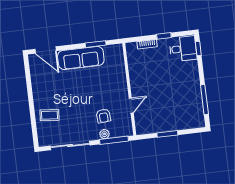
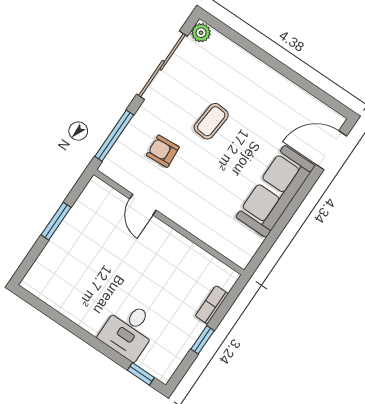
window: (96, 44) -> (277, 230), removed
desk: (183, 49) -> (129, 330), moved
window: (204, 100) -> (59, 318), removed
coffee table: (49, 115) -> (211, 121), moved
plant: (104, 134) -> (201, 33), moved

